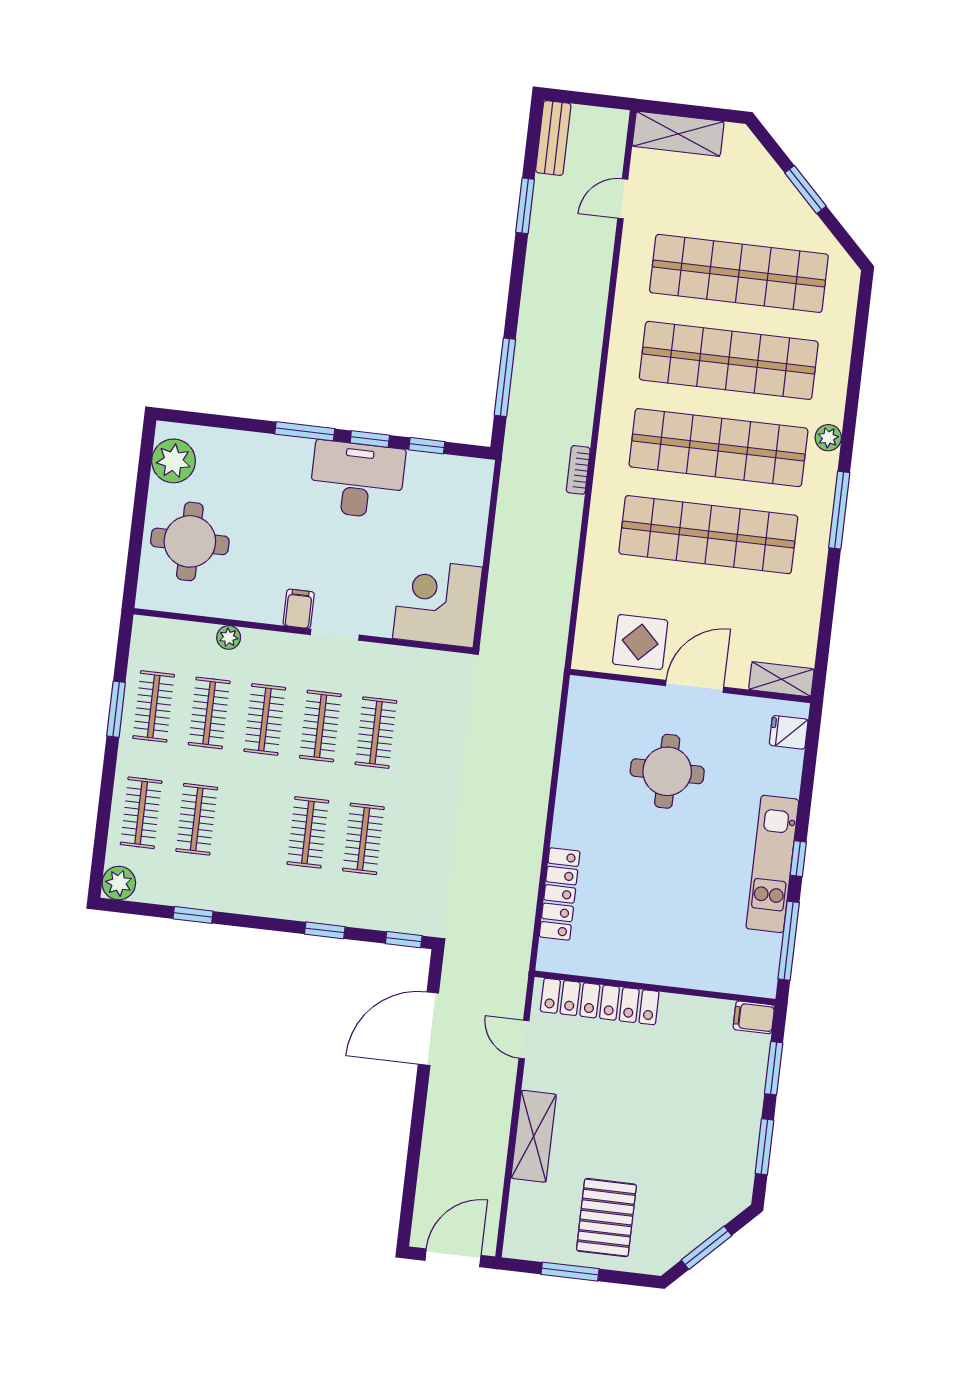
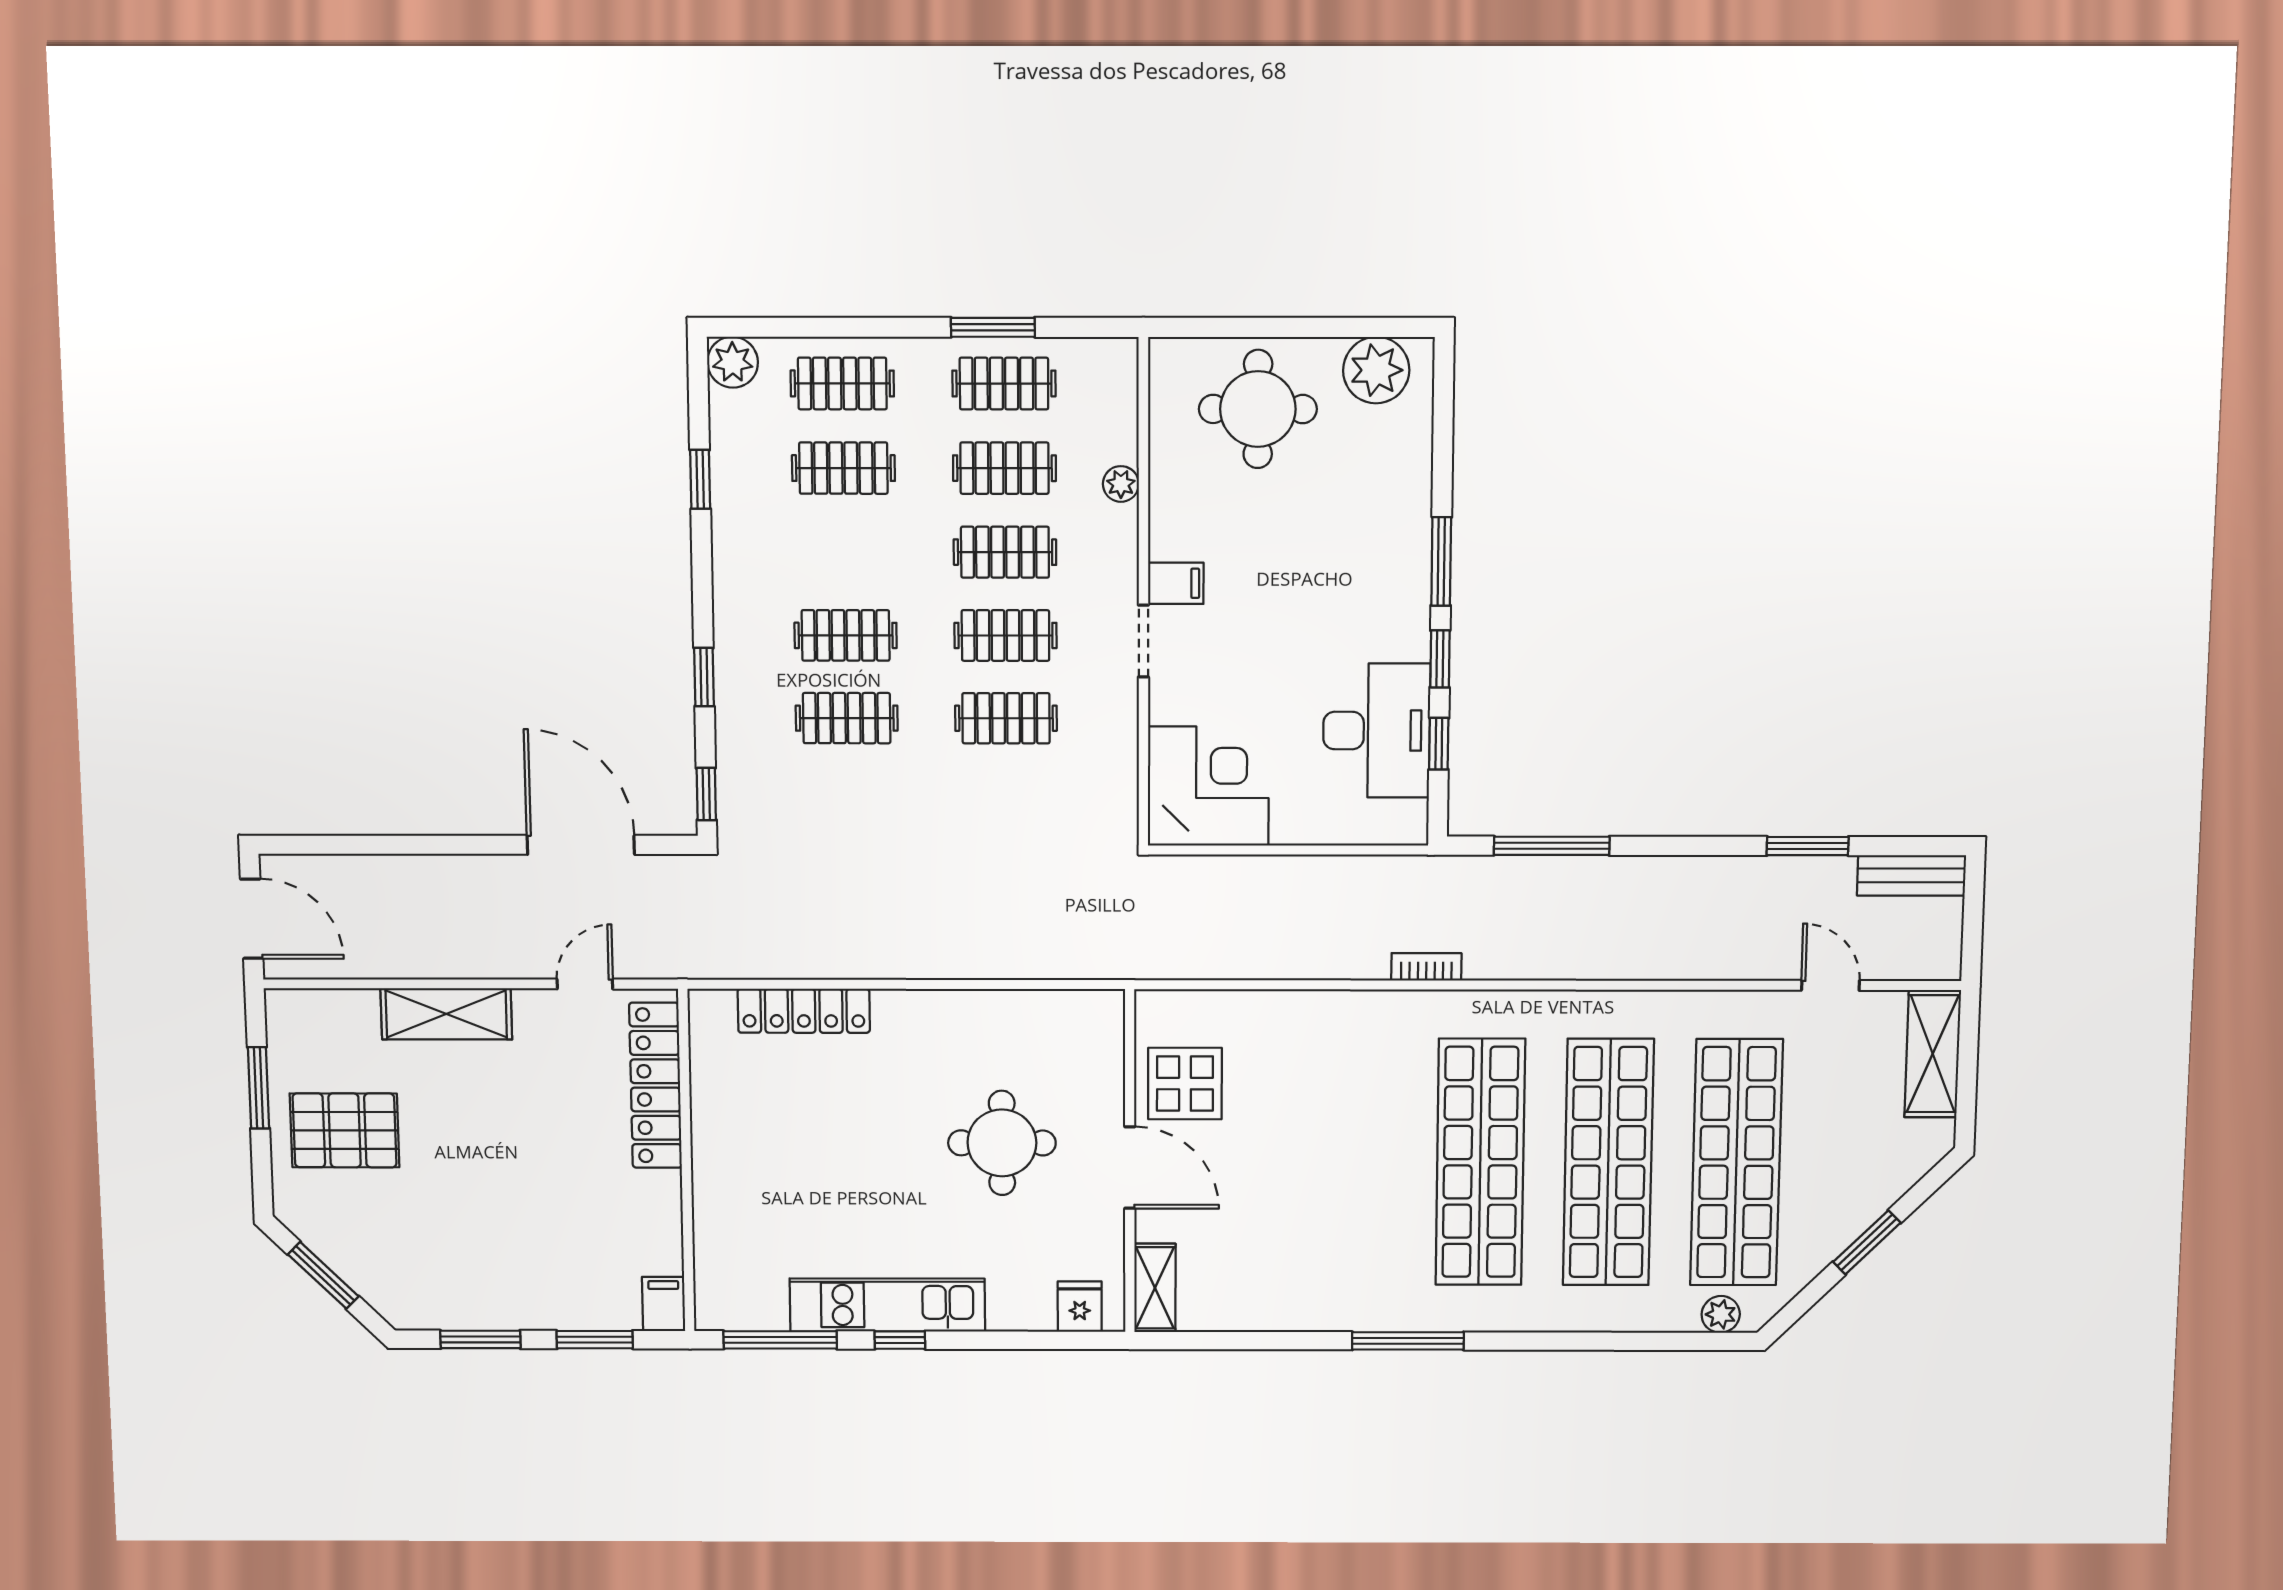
plant: (828, 438) -> (1721, 1314), moved
desk: (357, 480) -> (1377, 731), moved
shop shelf: (708, 535) -> (1352, 1162), removed

